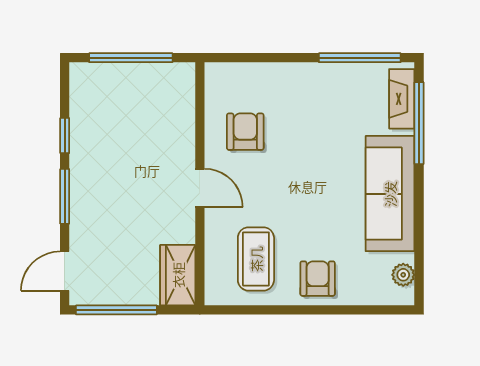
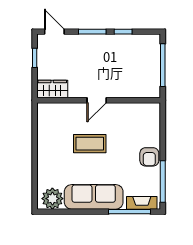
armchair: (245, 132) -> (149, 157), moved, turned 90
coffee table: (256, 259) -> (90, 144), moved
plant: (403, 275) -> (52, 199), width x1.88, depth x1.88
armchair: (318, 279) -> (51, 160), removed
window: (116, 310) -> (35, 58), width x0.46

